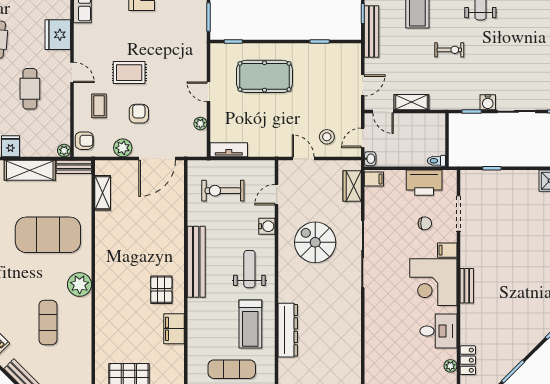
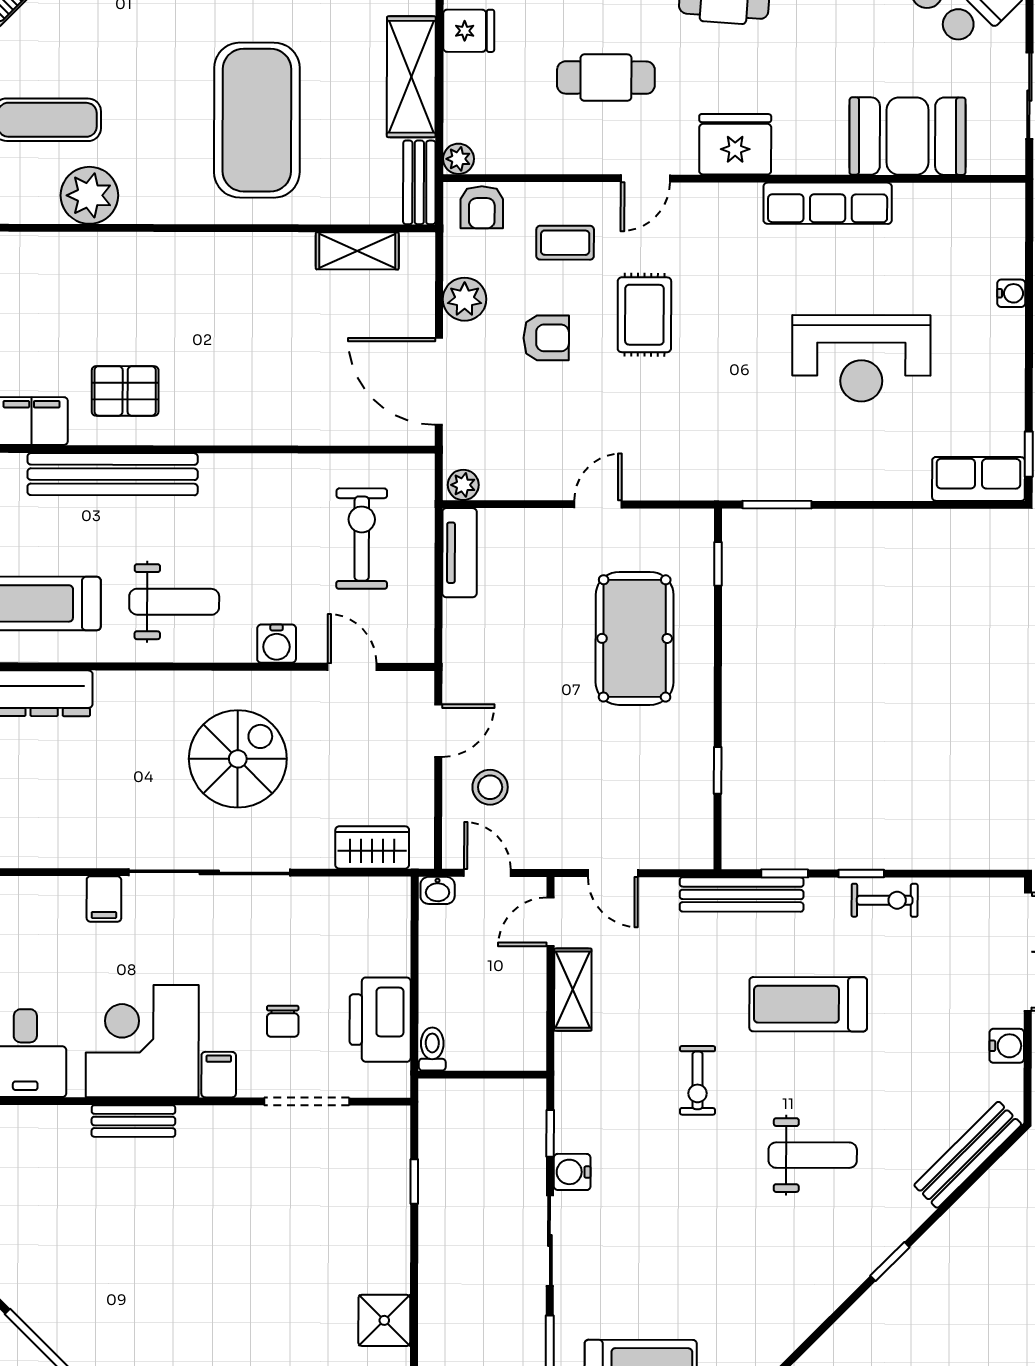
plant: (200, 124) -> (463, 485), moved
filing cabinet: (374, 179) -> (104, 899), moved
bench: (196, 262) -> (113, 474), moved
plant: (80, 285) -> (89, 195), moved

